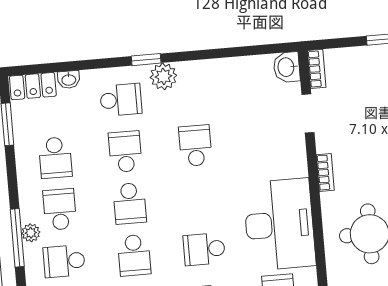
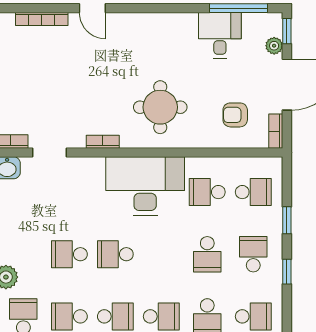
school desk: (204, 249) -> (115, 254), moved, turned 90

